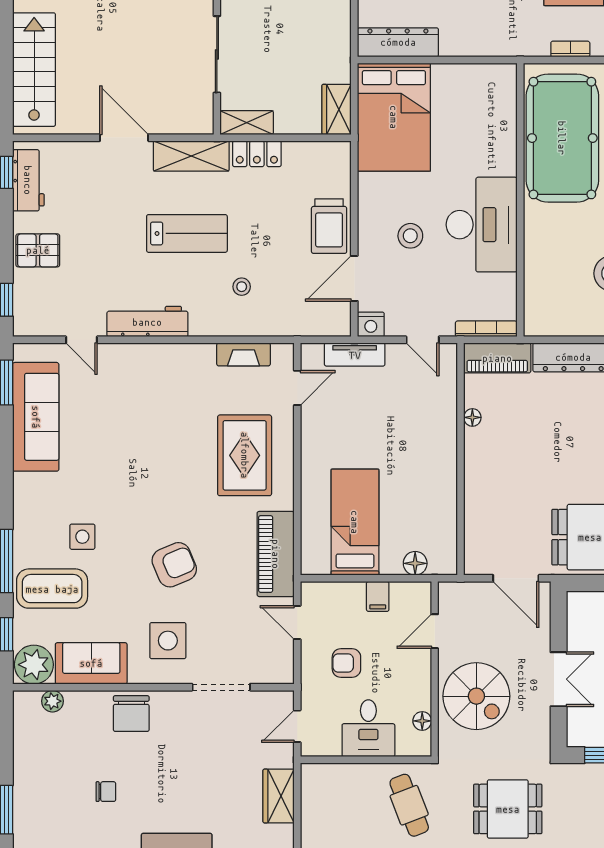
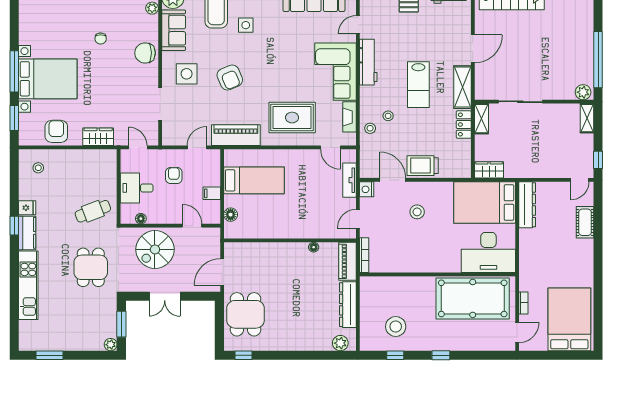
desk: (482, 225) -> (488, 252), moved
stool: (264, 318) -> (370, 128), added
corner sofa: (164, 379) -> (335, 72), added

